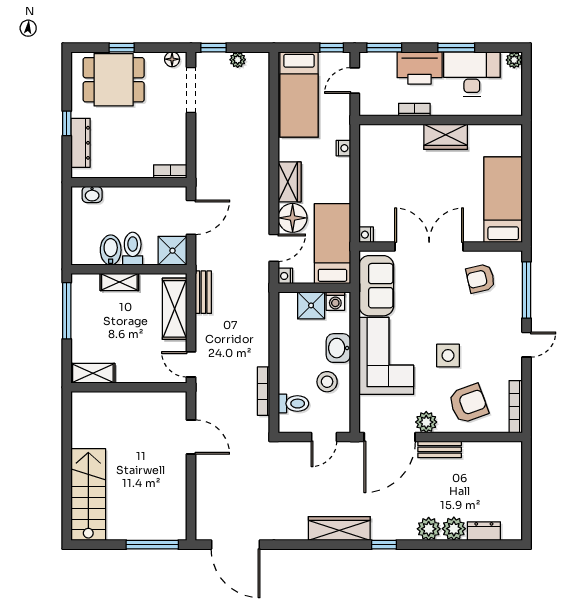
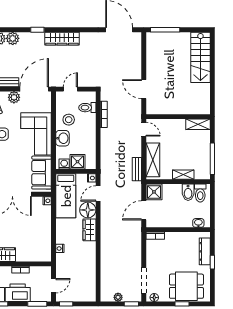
bed: (299, 94) -> (84, 278), removed
toilet: (133, 249) -> (200, 193), moved

